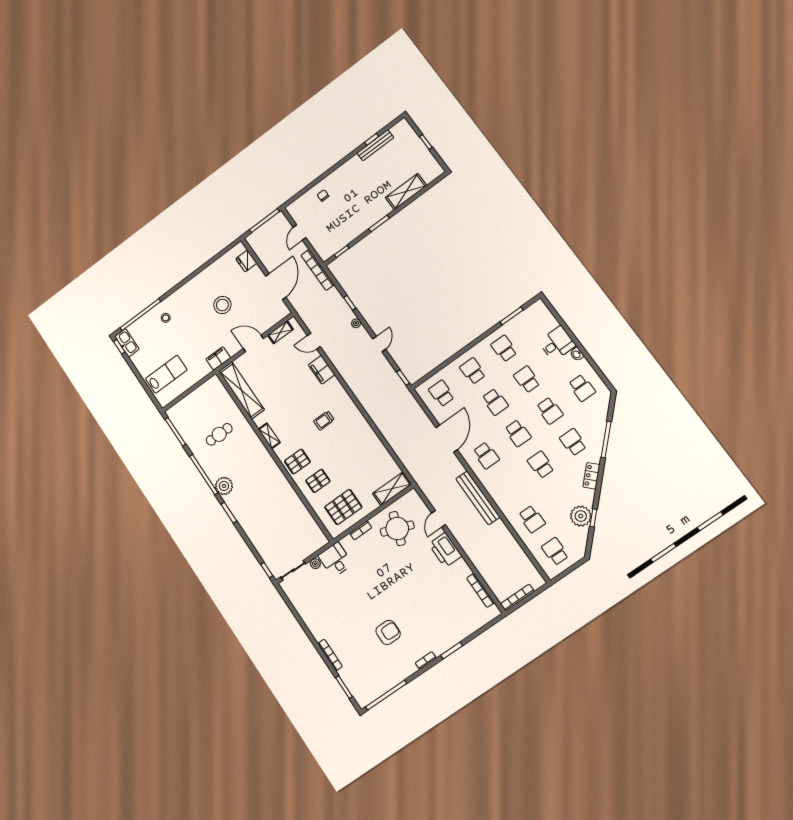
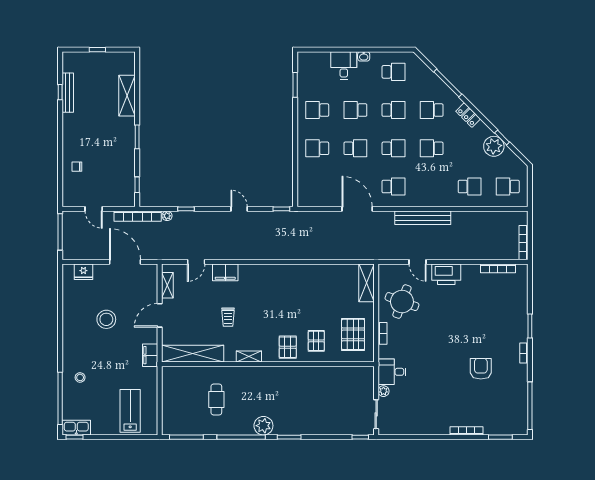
plant: (356, 323) -> (167, 216), moved
school desk: (442, 393) -> (317, 187), removed
trolley: (324, 421) -> (228, 317), moved

